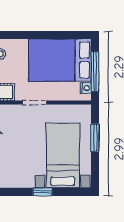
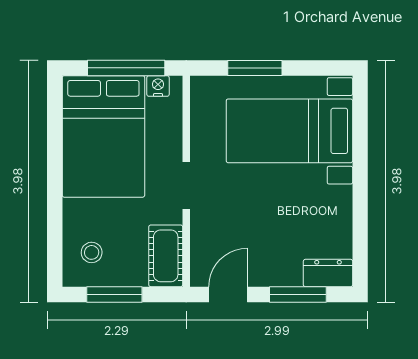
window: (42, 192) -> (360, 170), removed

